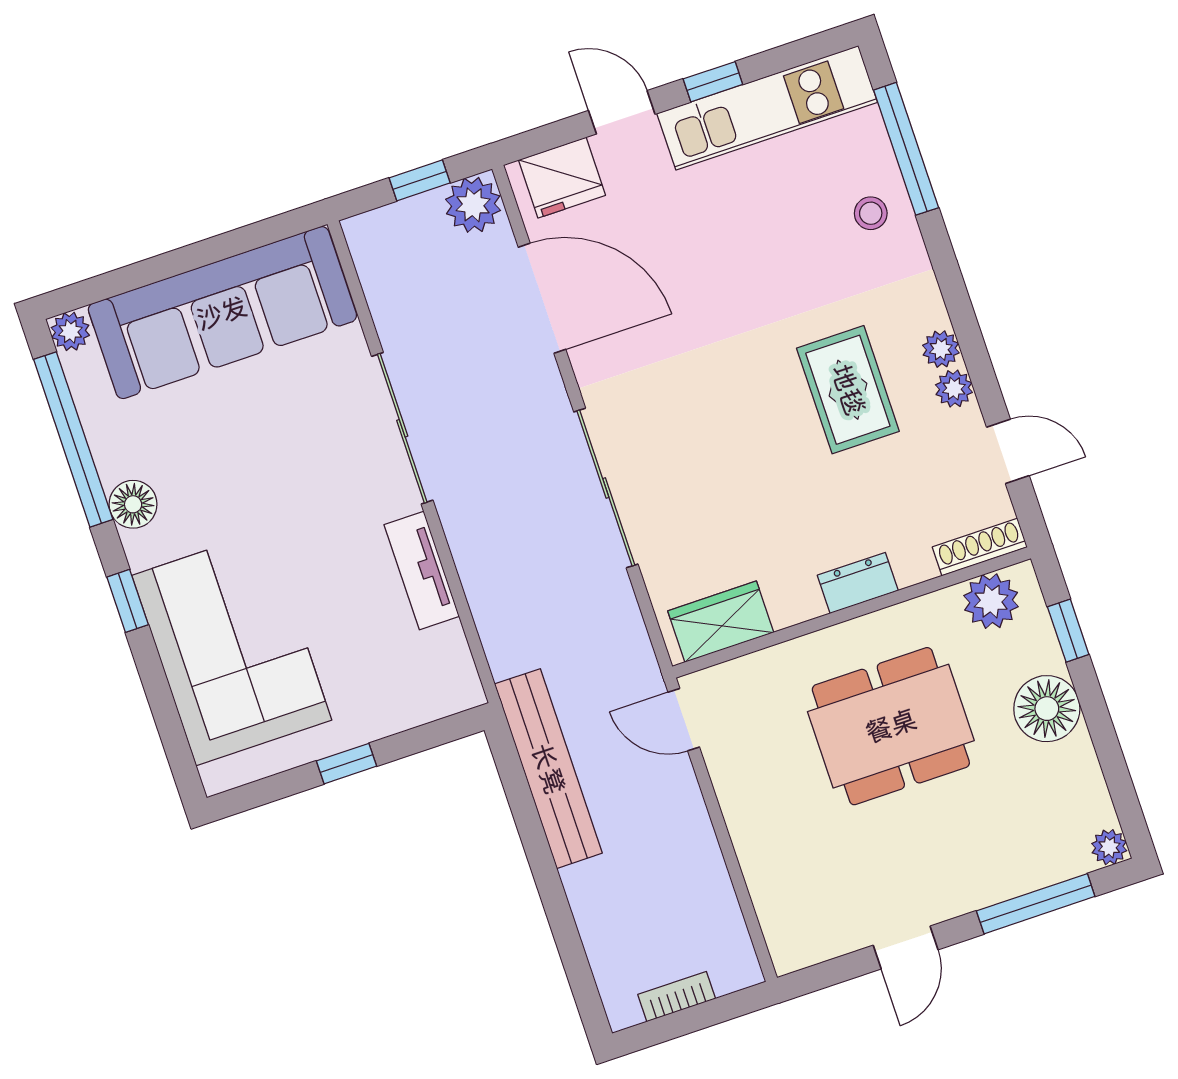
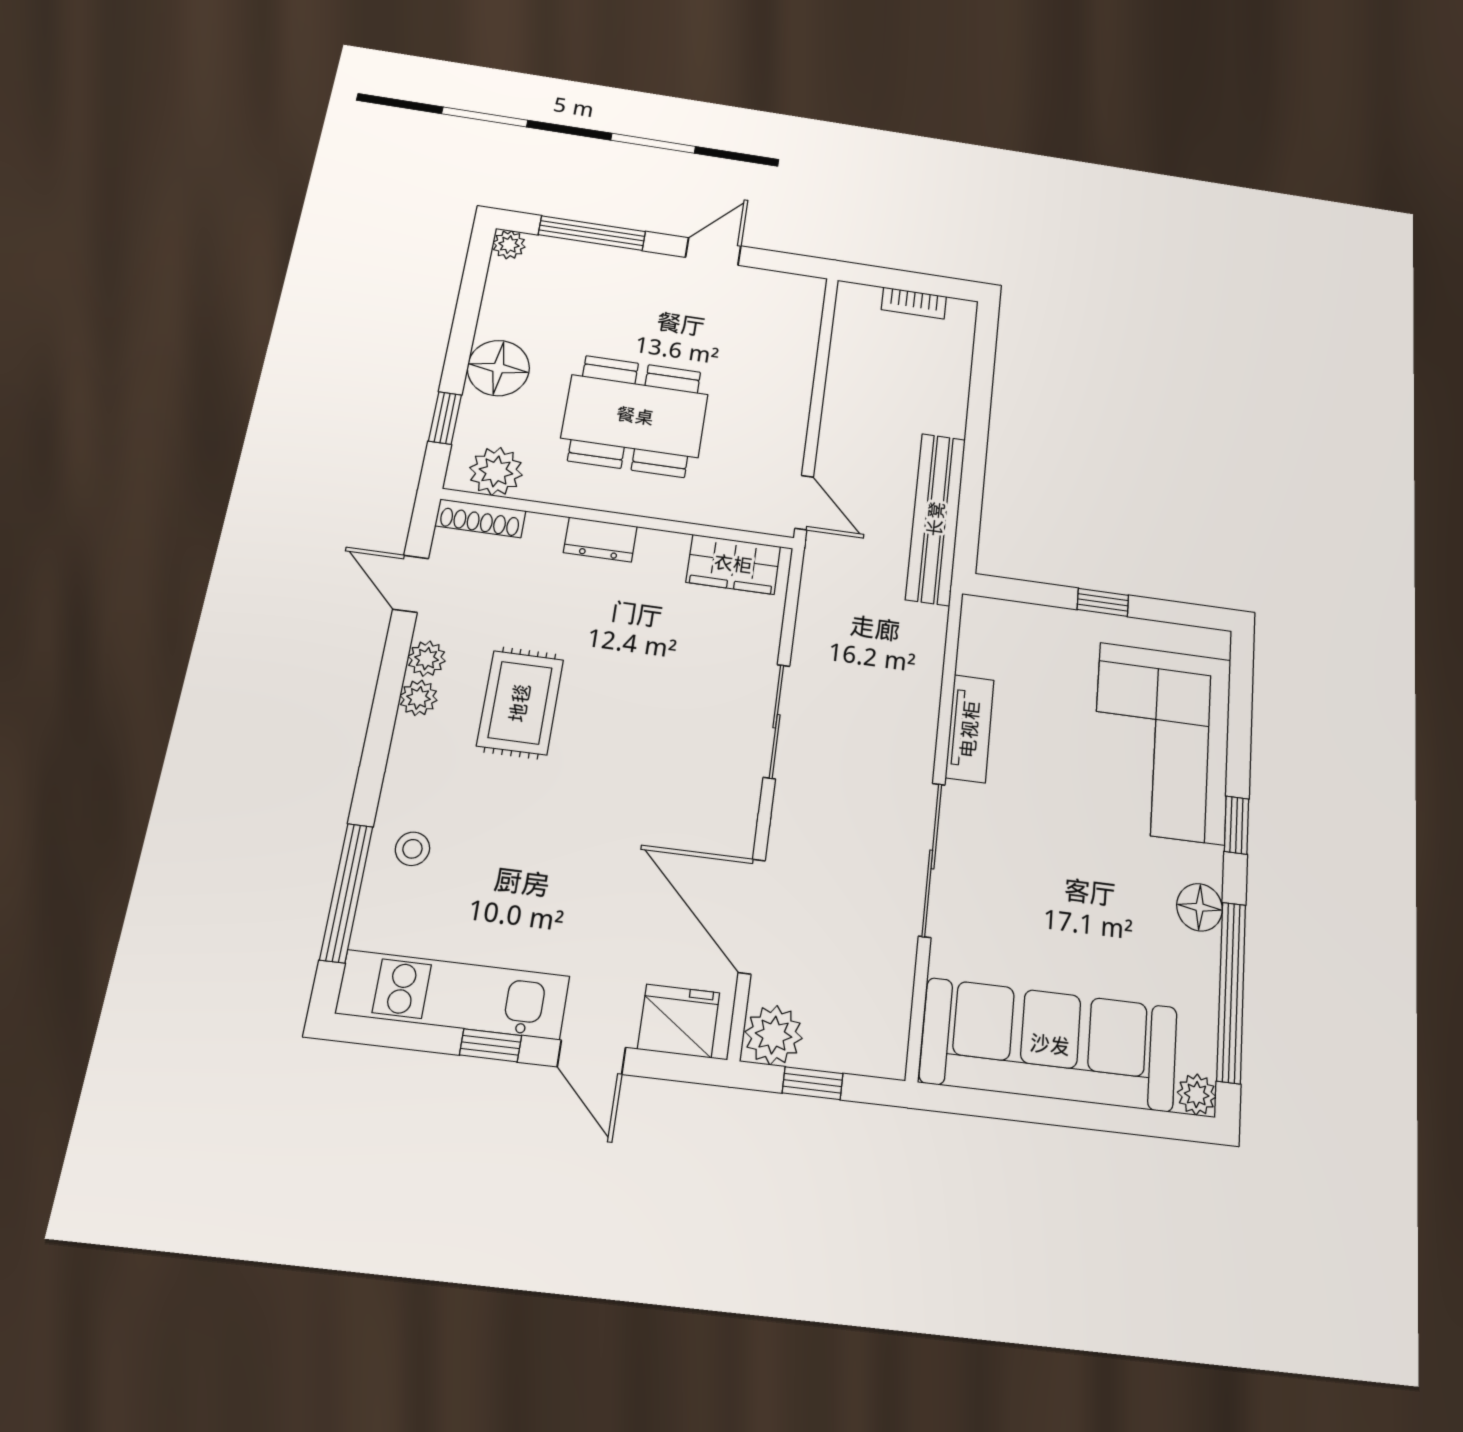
sliding door: (606, 488) -> (776, 721), width x0.73

